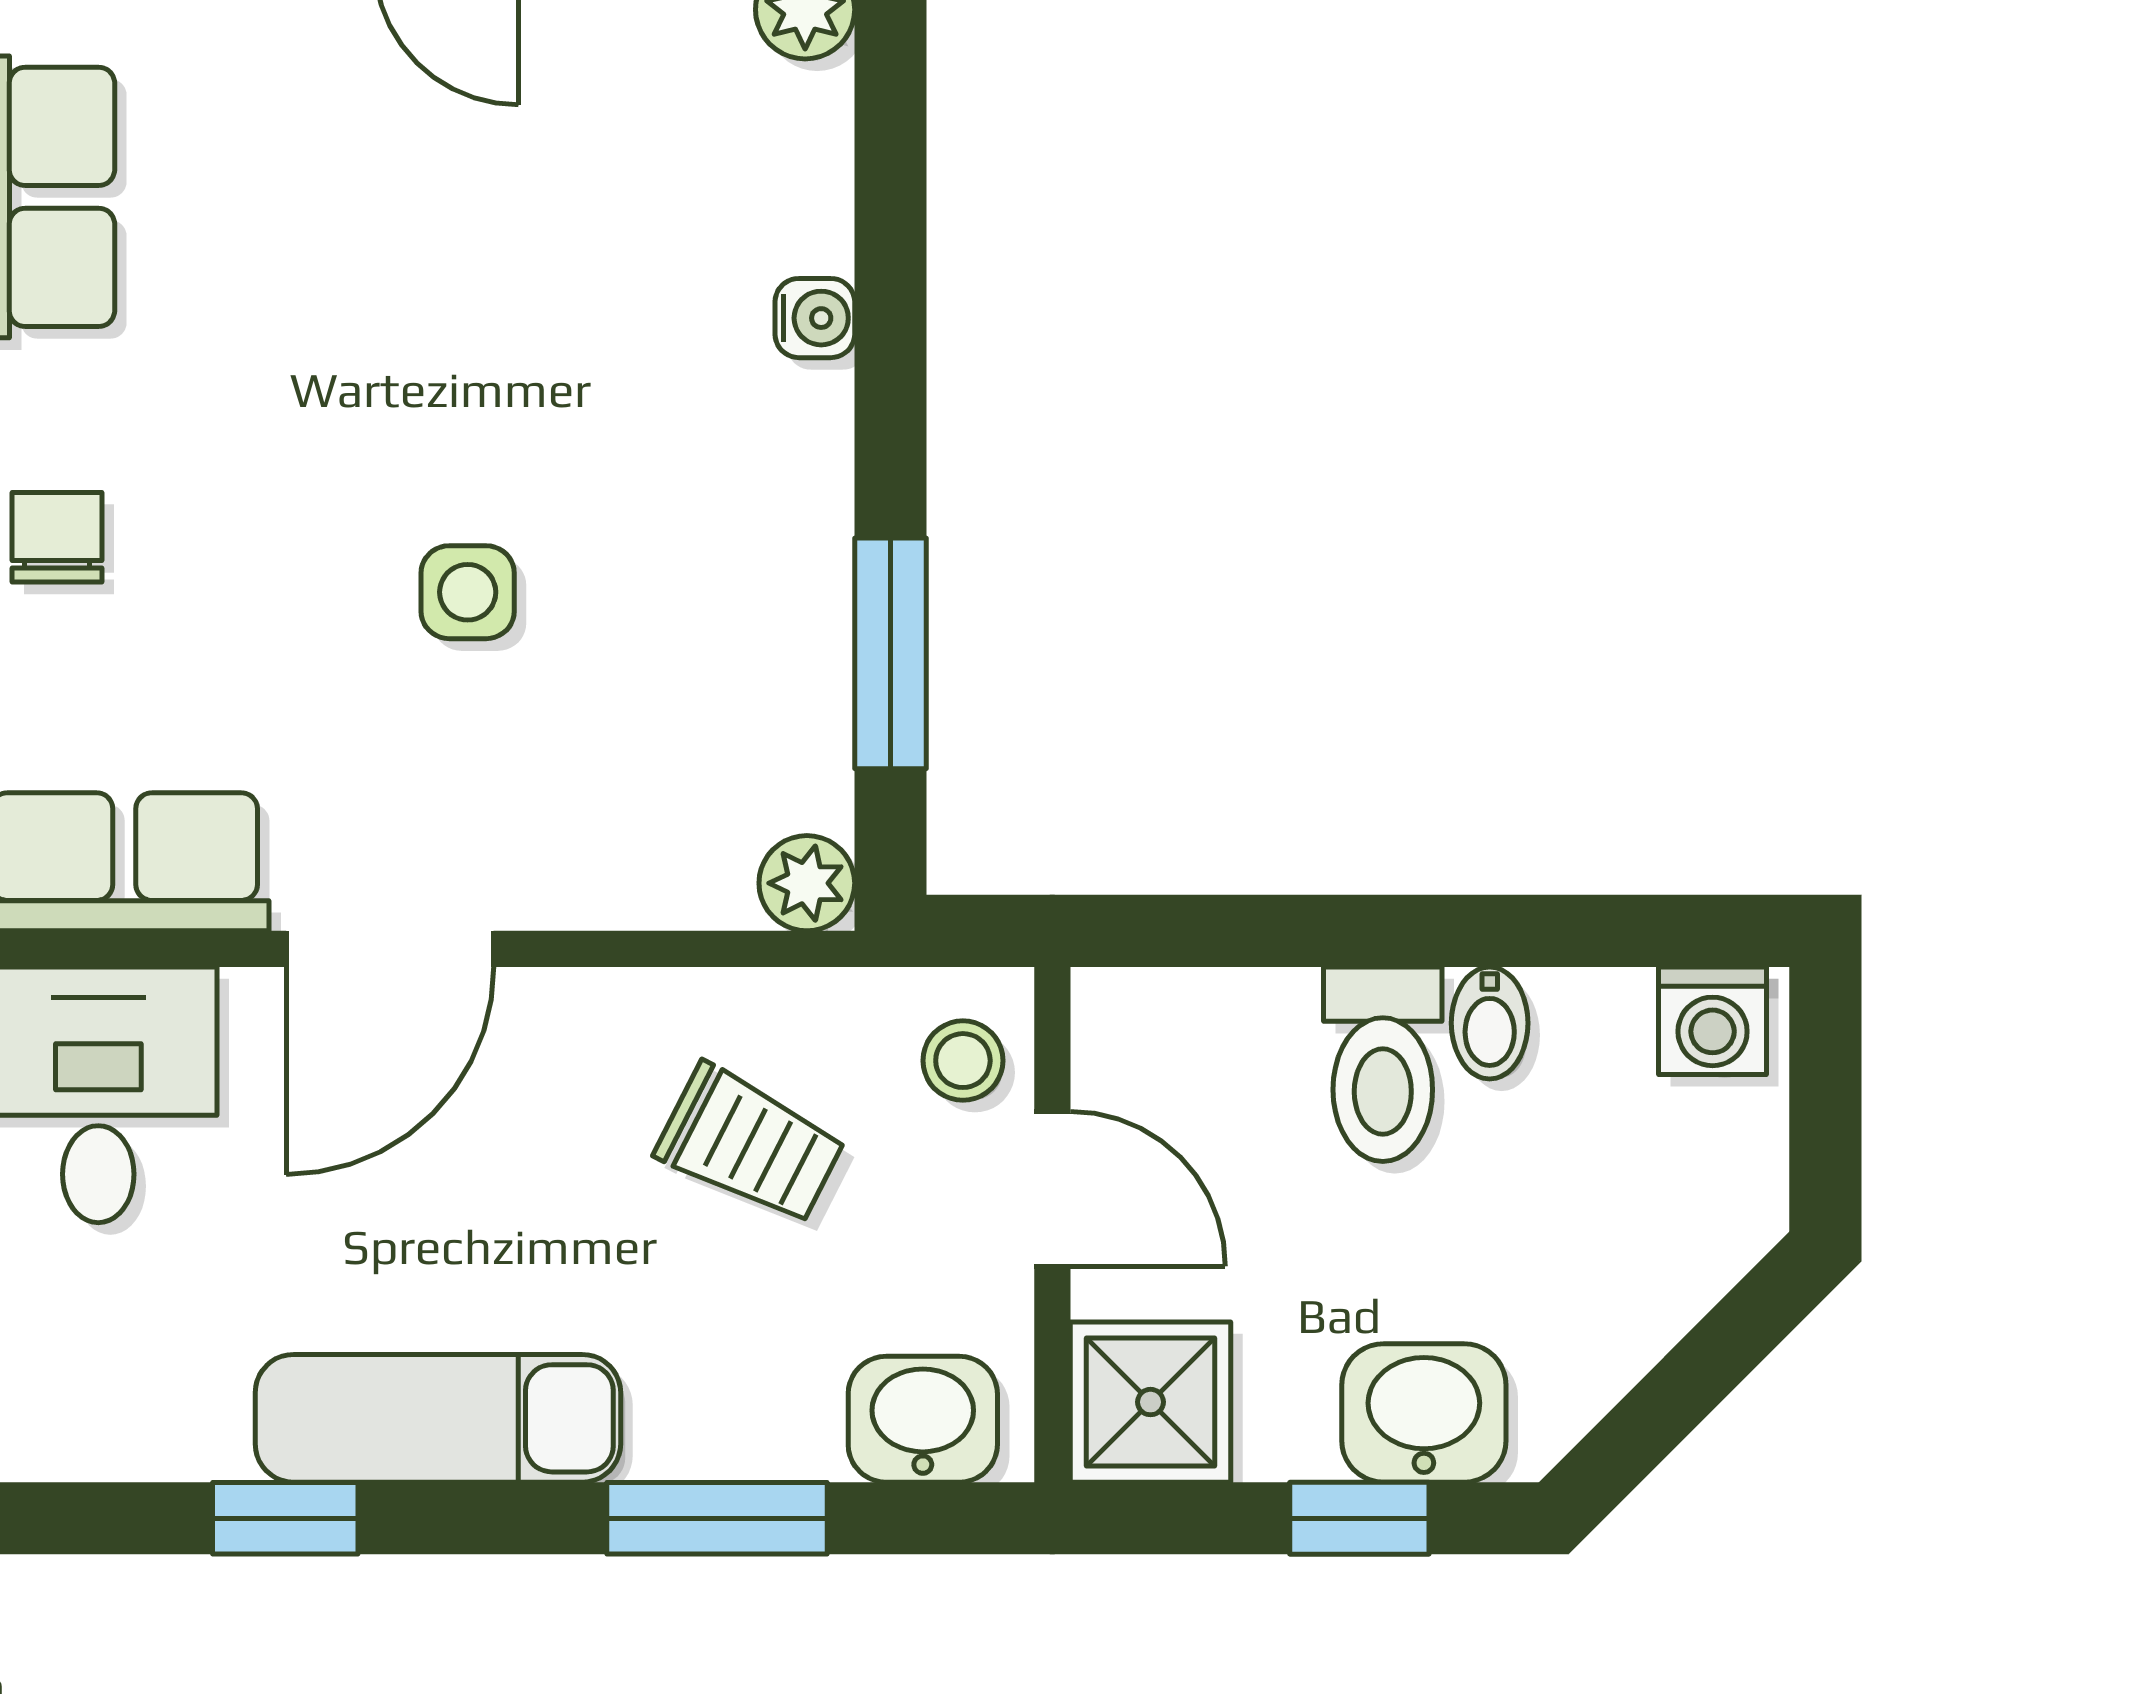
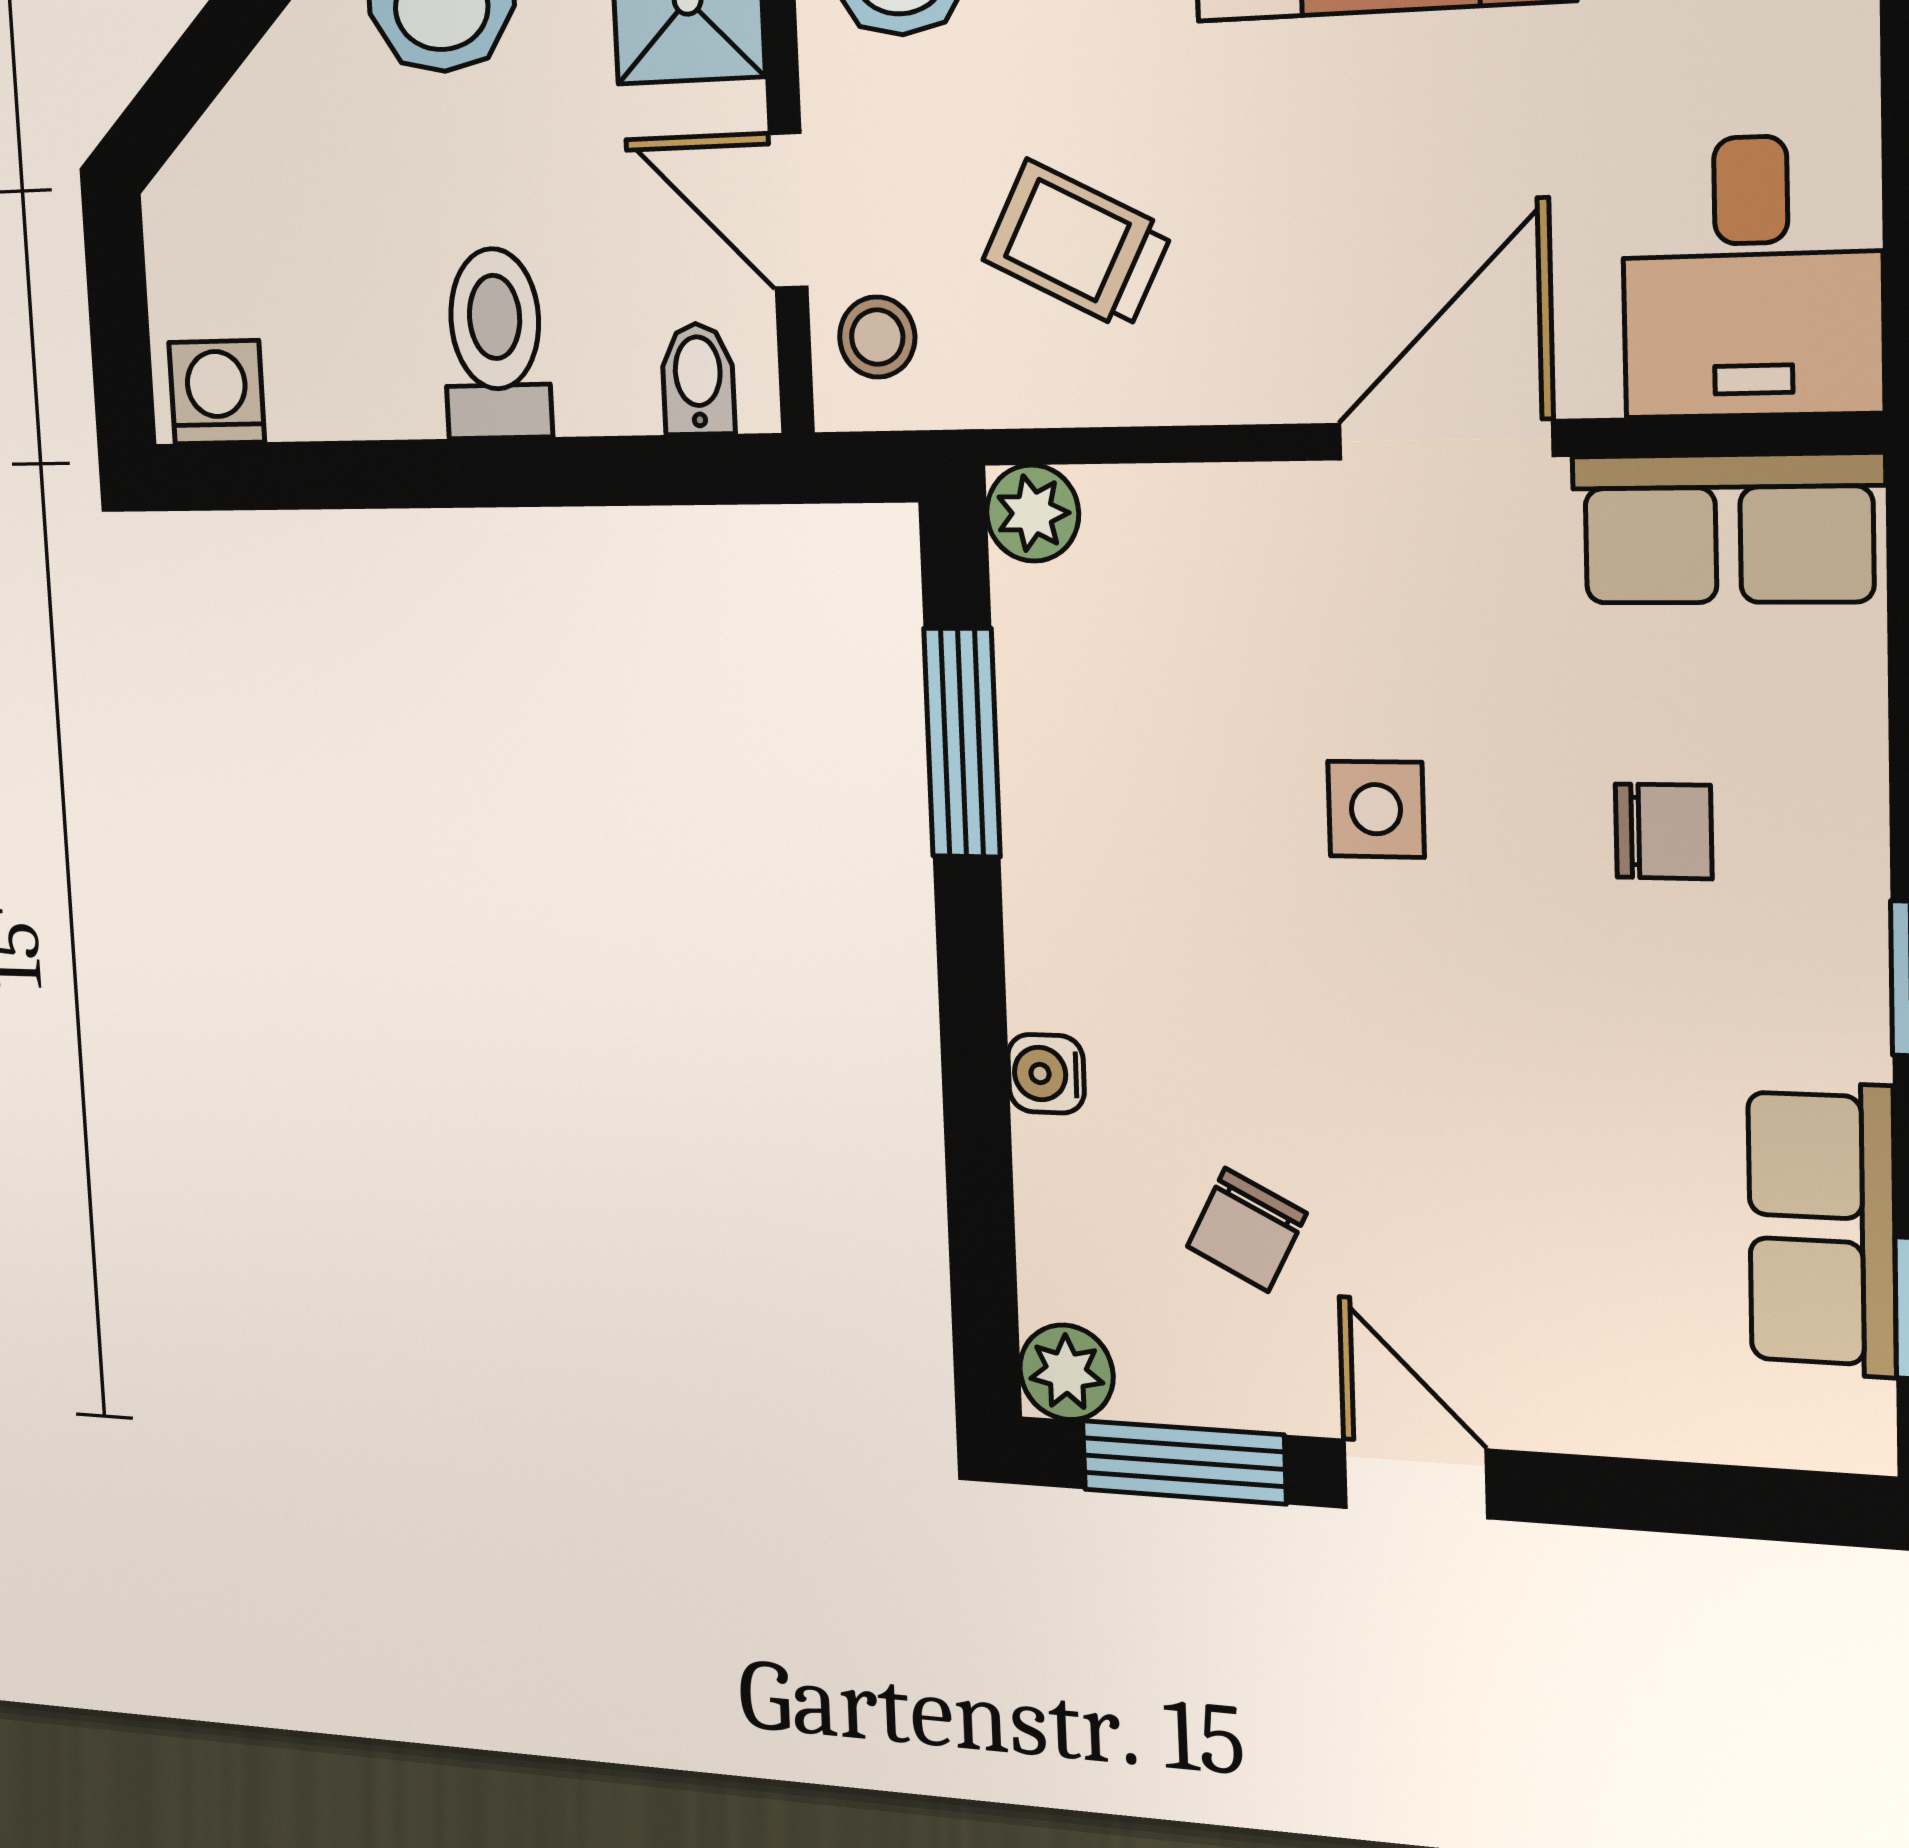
chair: (611, 168) -> (1247, 1230), added
chair: (57, 537) -> (1664, 831), moved, turned -90
bidet: (1490, 1023) -> (698, 379), moved

